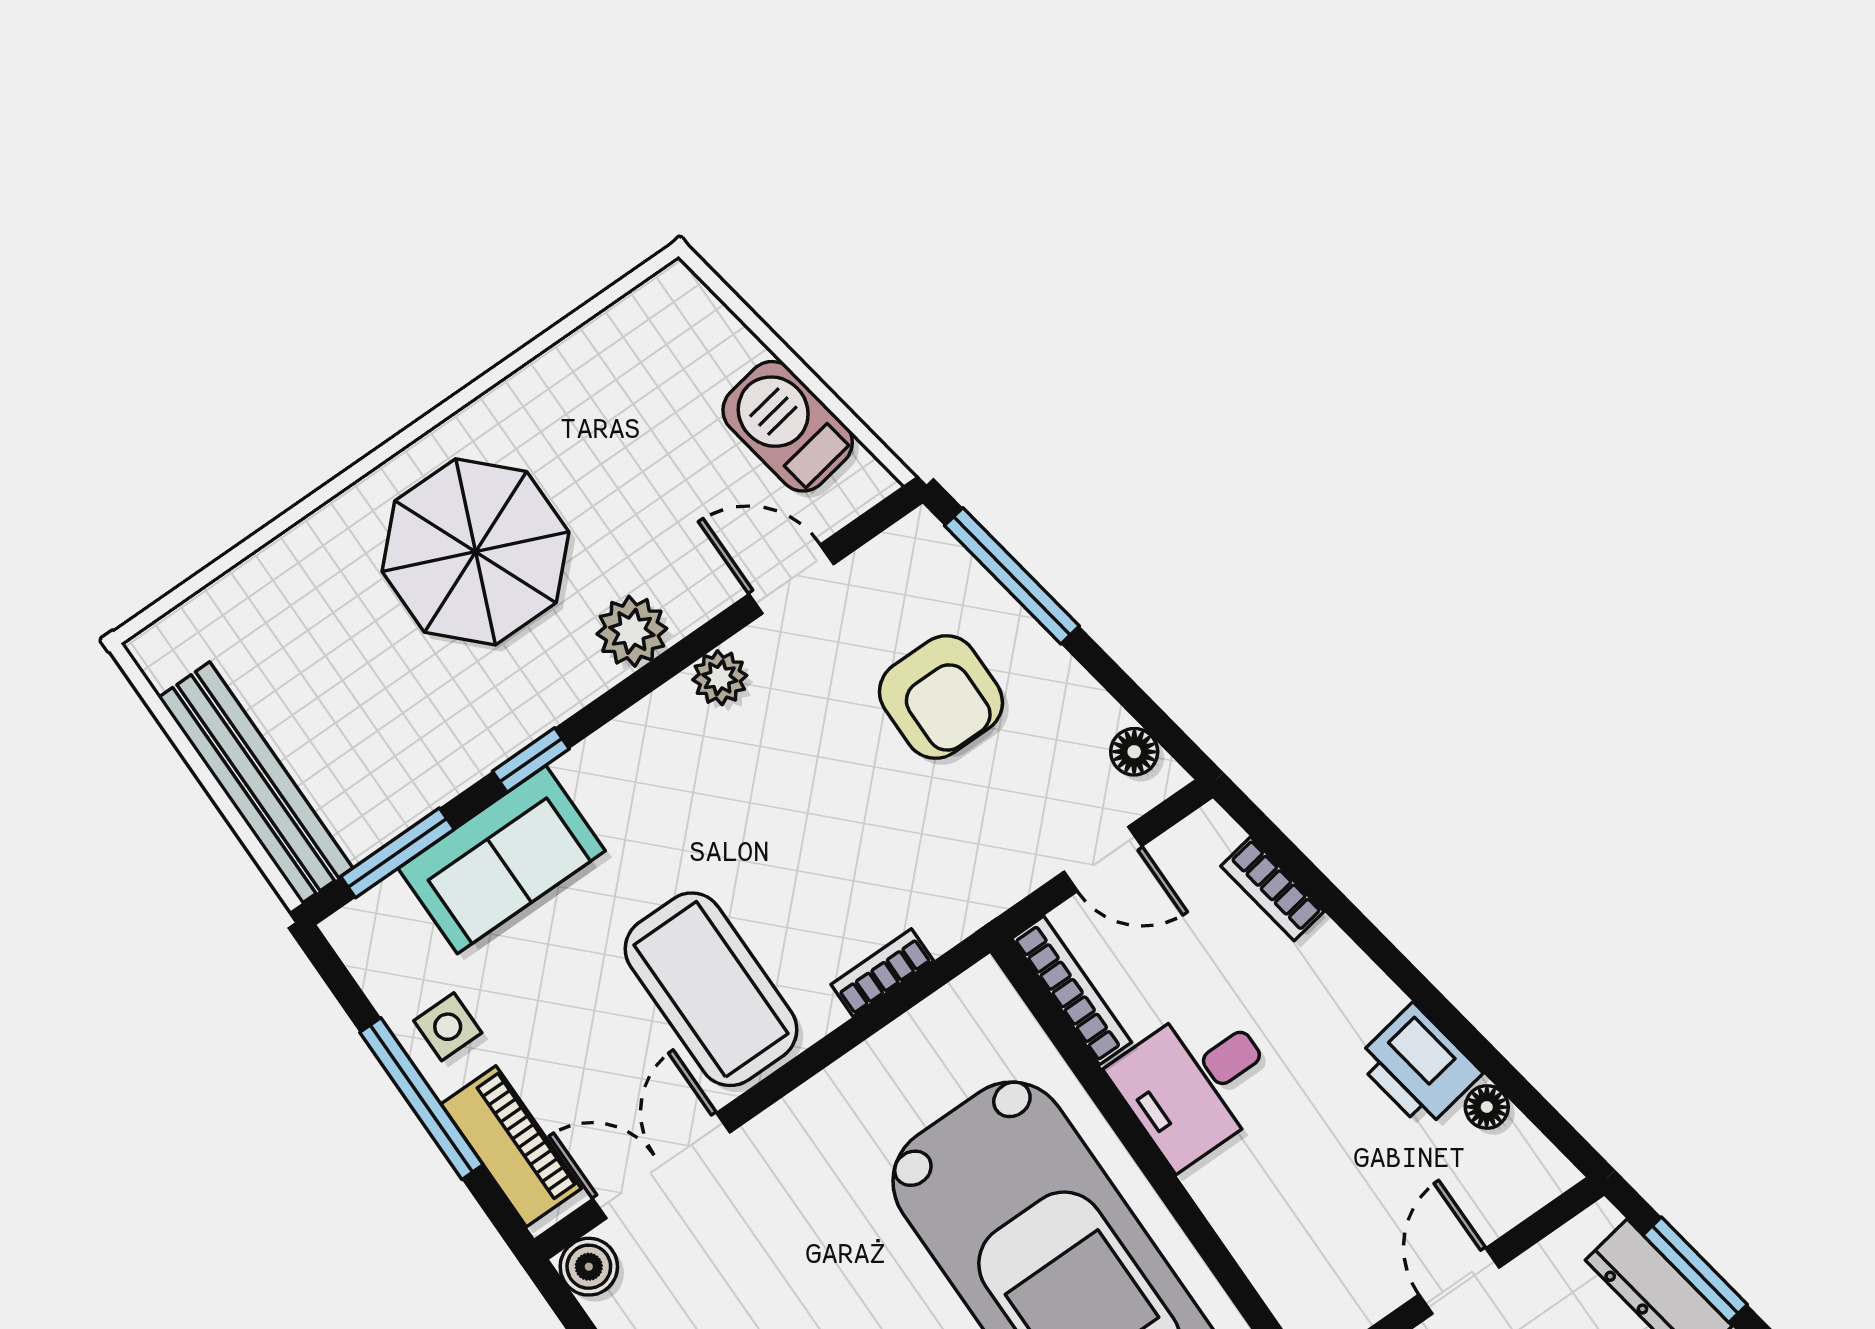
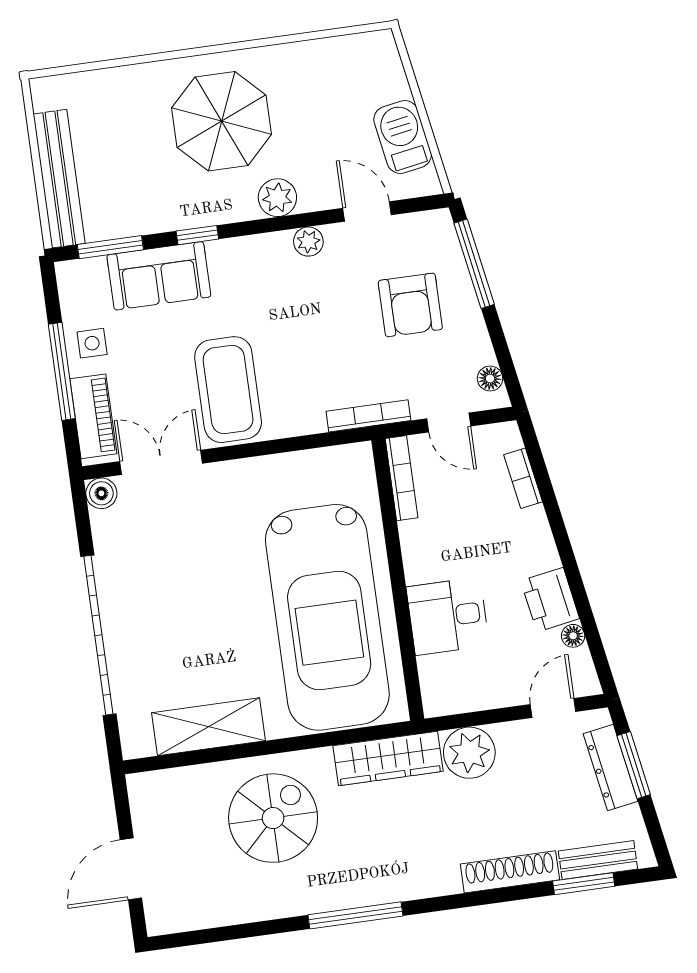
bookcase: (882, 973) -> (368, 416), moved, width x1.56
desk: (1196, 1082) -> (448, 616), moved
door: (1459, 1281) -> (553, 708), moved

